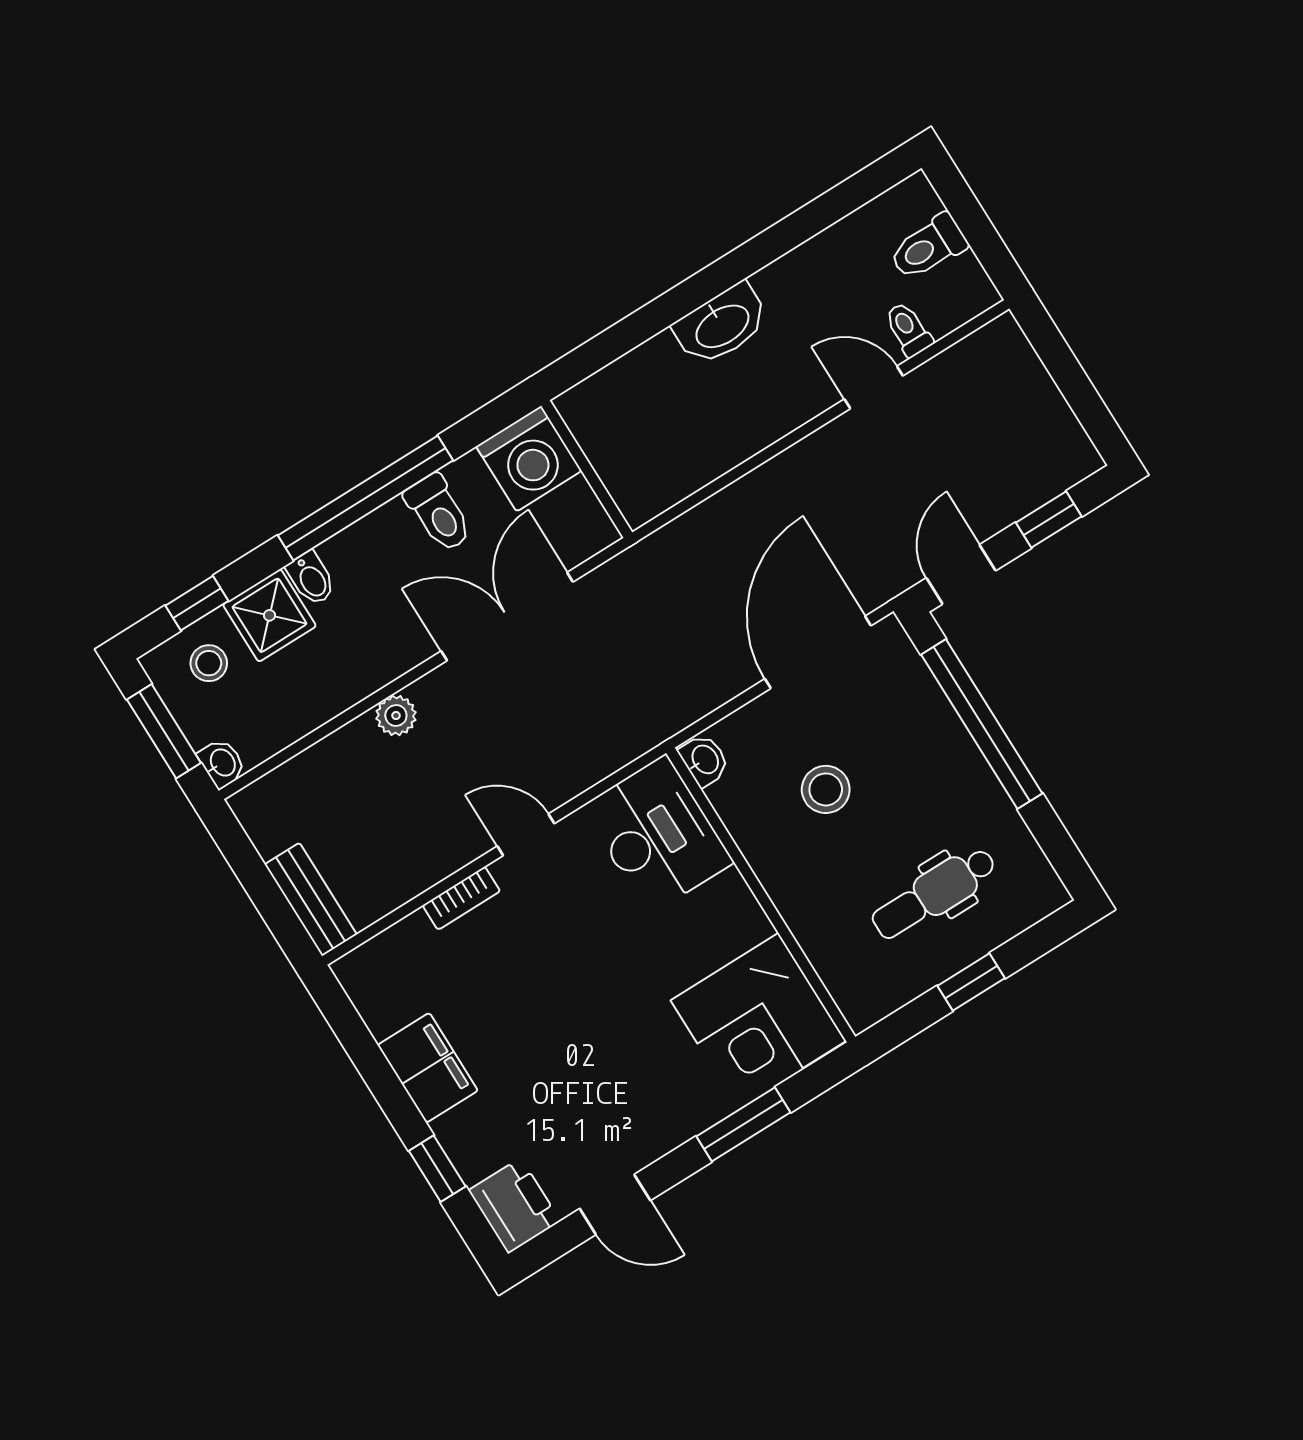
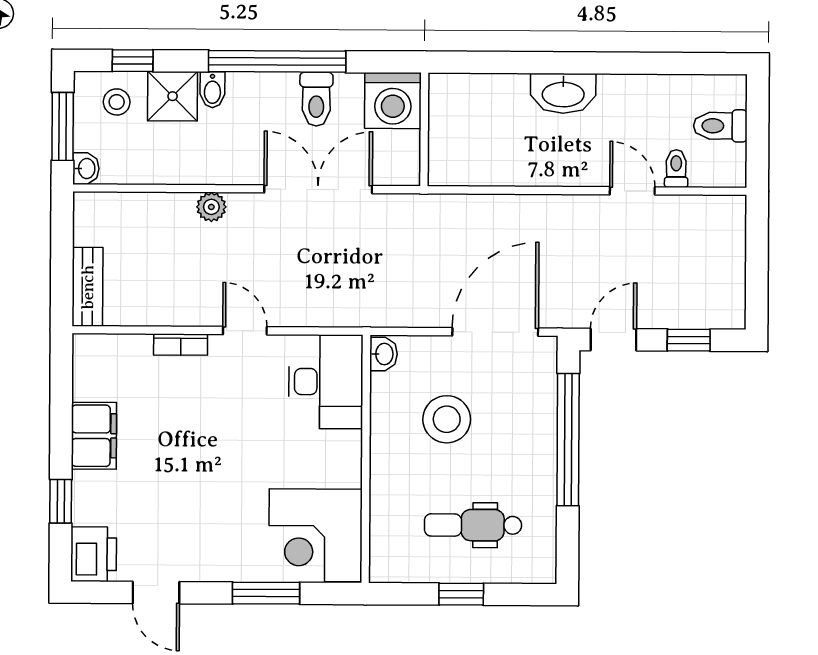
stool: (826, 789) -> (447, 419), width x1.38, depth x1.38

